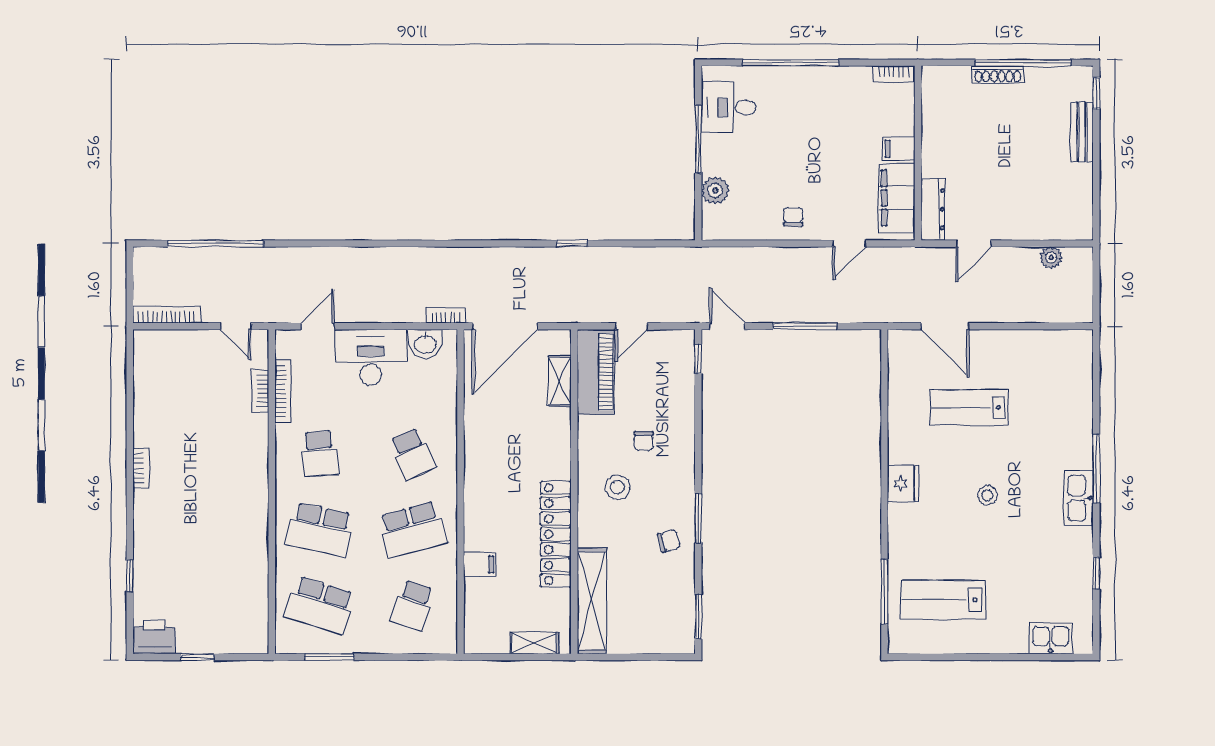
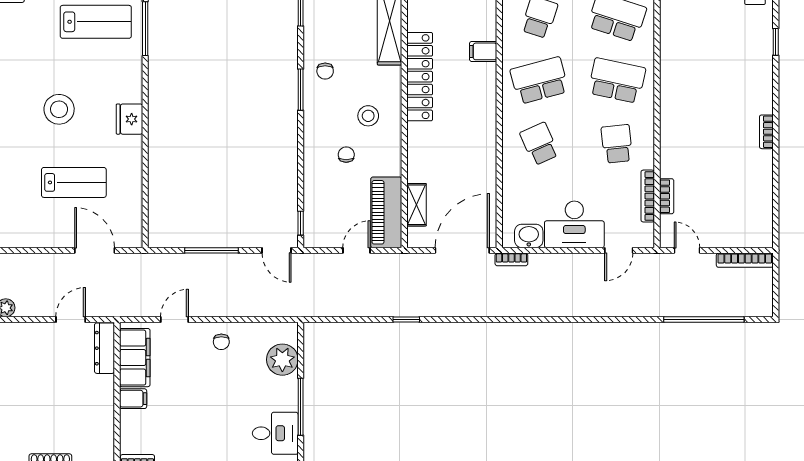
plant: (715, 191) -> (282, 360), width x1.36, depth x1.36
stool: (987, 495) -> (59, 109), width x1.89, depth x1.89
chair: (669, 541) -> (325, 71), turned -75

